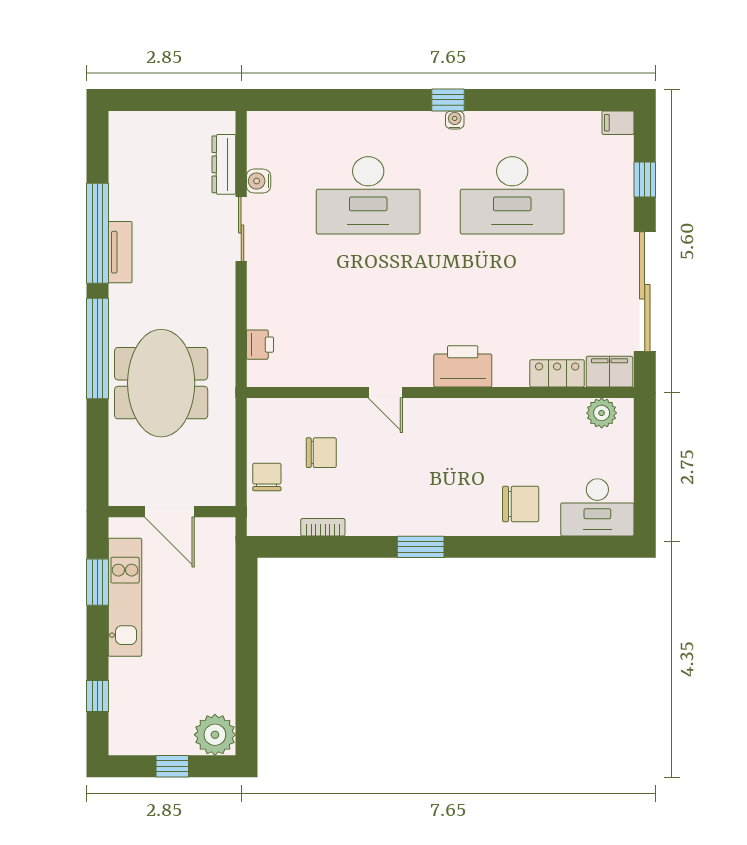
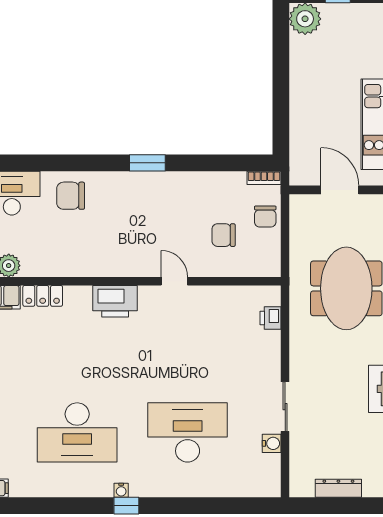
dresser: (224, 164) -> (338, 488), moved, turned -90
desk: (512, 195) -> (77, 432), turned 180
bookcase: (323, 527) -> (264, 178), moved

